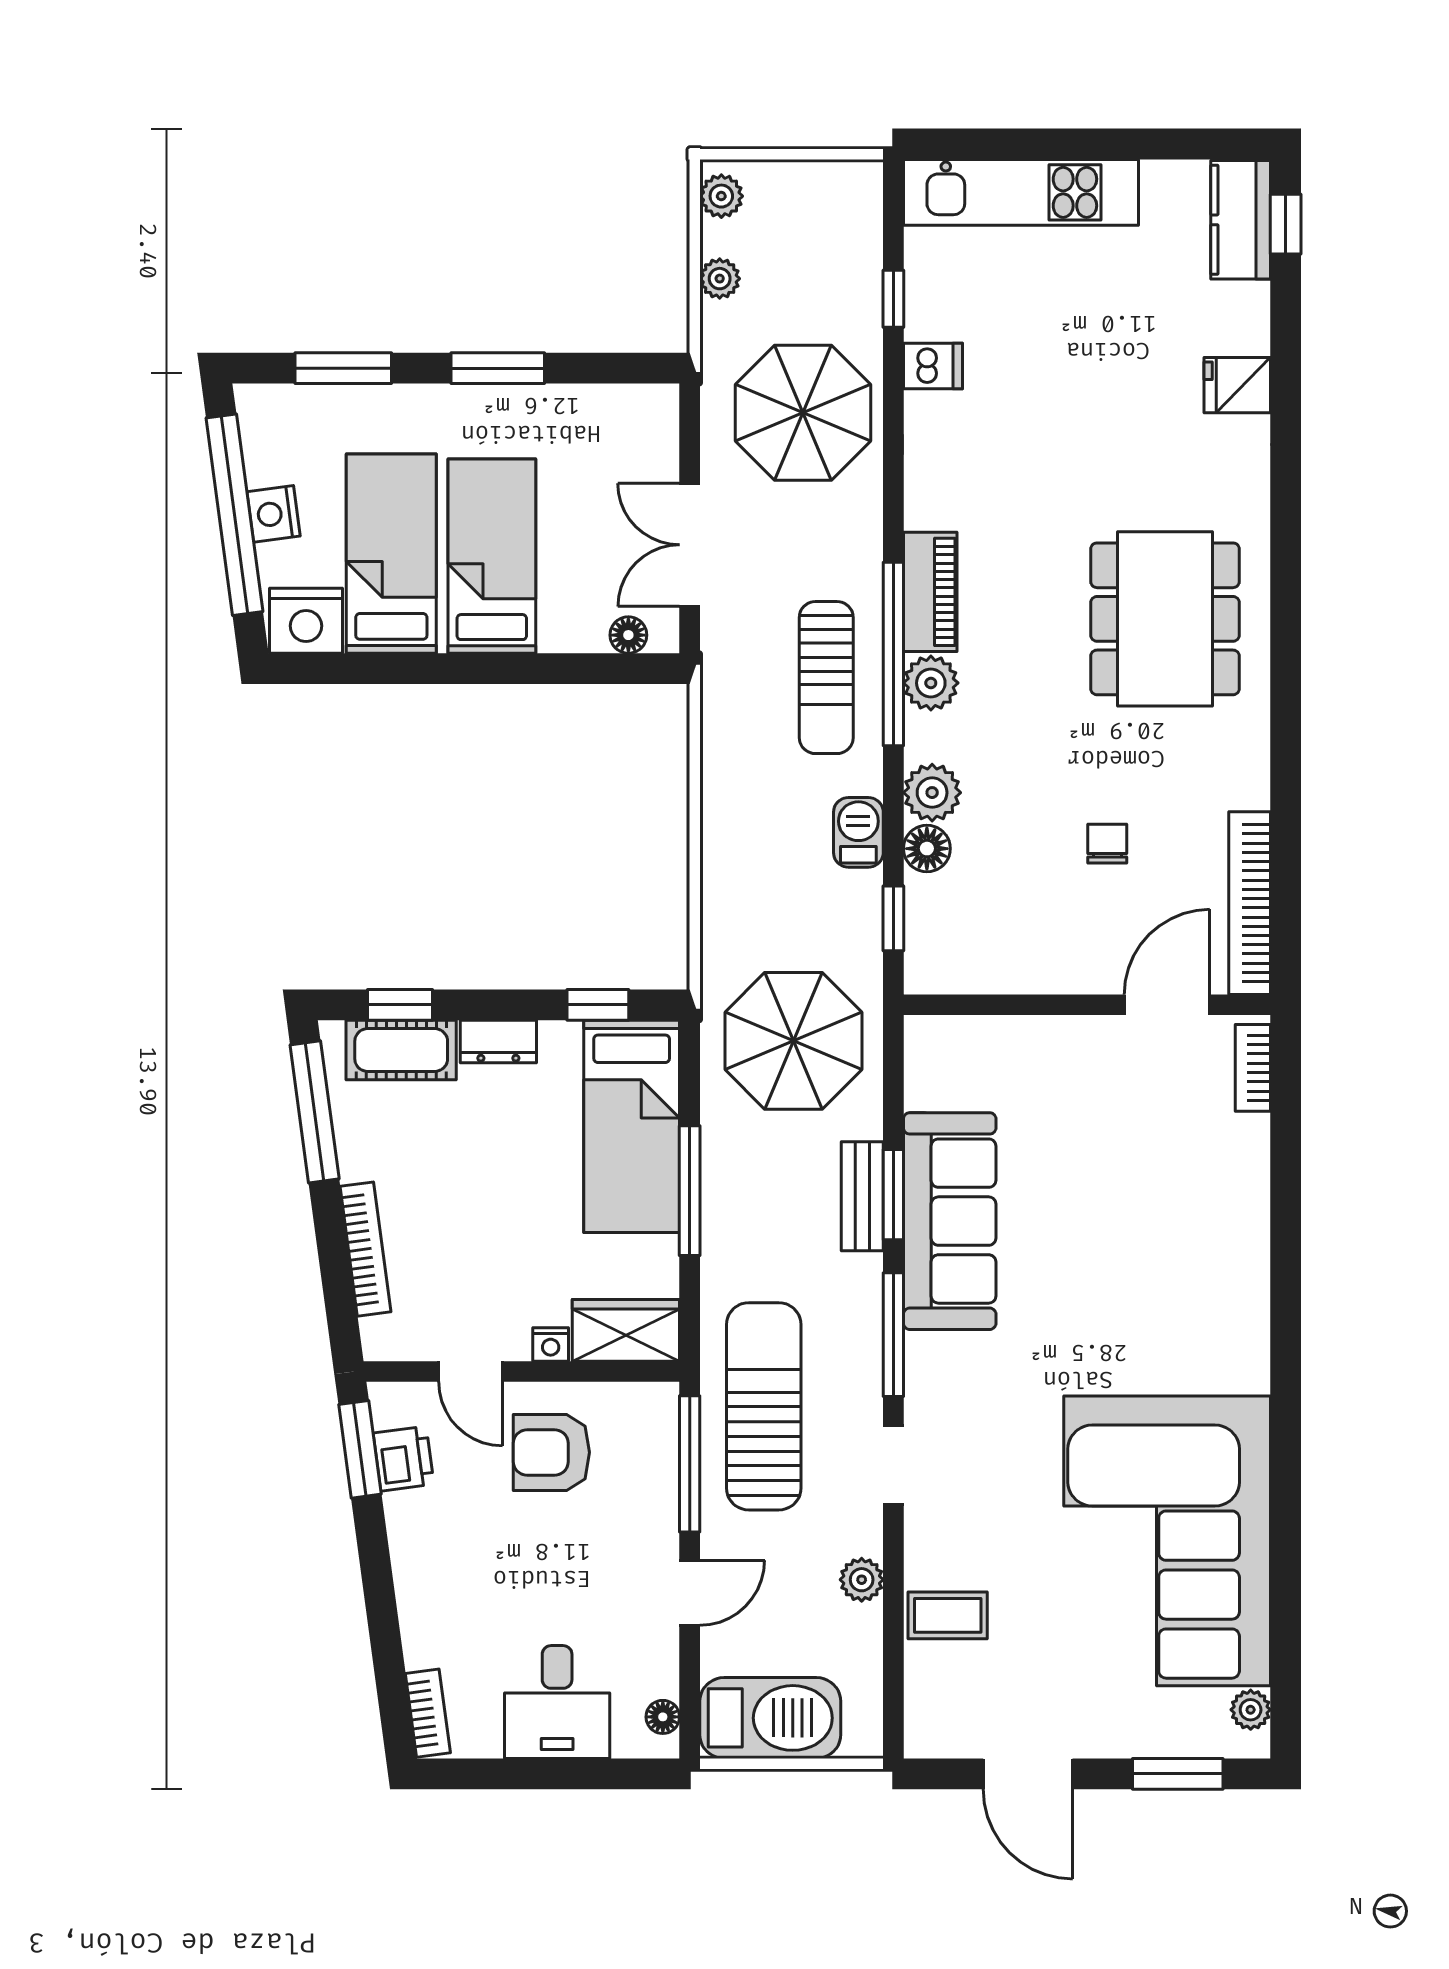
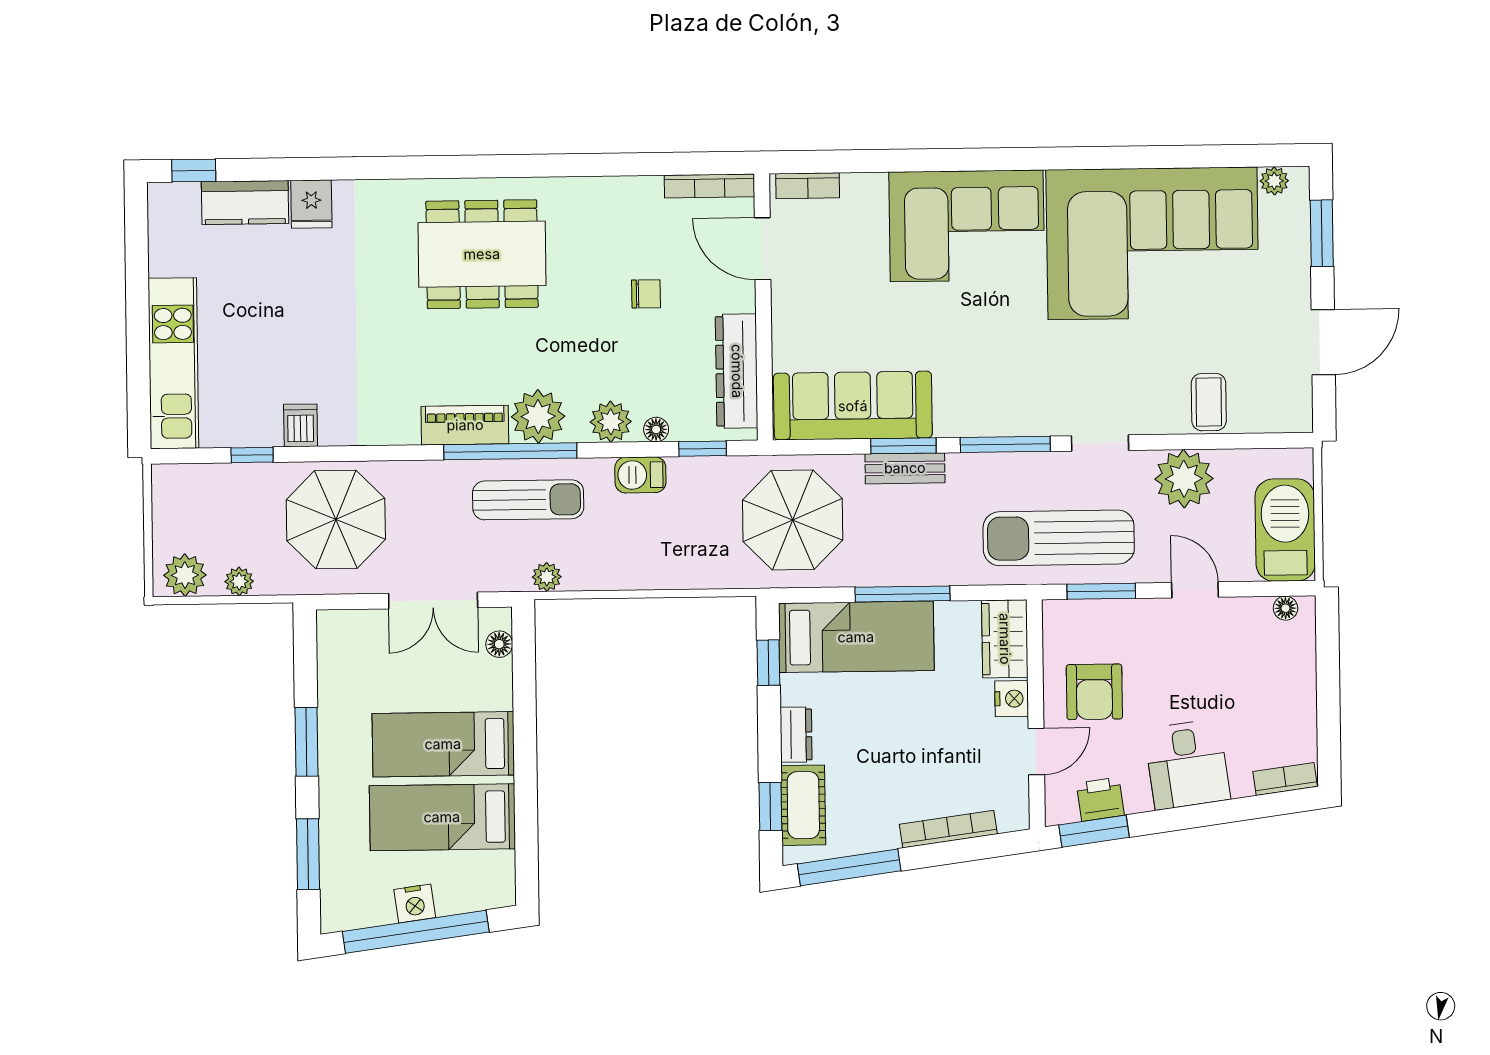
plant: (721, 196) -> (185, 575), width x1.38, depth x1.38
kitchen counter: (1241, 220) -> (245, 203), moved
nightstand: (306, 621) -> (492, 879), removed
plant: (931, 683) -> (538, 416), width x1.36, depth x1.36
plant: (720, 702) -> (547, 577), added
chair: (1107, 844) -> (646, 294), turned 180
floor lamp: (927, 849) -> (656, 429), width x0.73, depth x0.73
bookcase: (1250, 903) -> (709, 186), width x0.68, depth x0.76
dresser: (999, 967) -> (737, 371), added
sofa: (950, 1221) -> (853, 406), moved
corner sofa: (1195, 1286) -> (967, 226), added
nightstand: (551, 1345) -> (1012, 699), width x1.39, depth x1.35
window: (690, 1464) -> (1101, 591), width x0.69
plant: (862, 1580) -> (1184, 479), width x1.88, depth x1.88
desk: (557, 1702) -> (1187, 764), moved, turned 82

